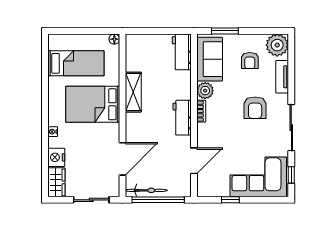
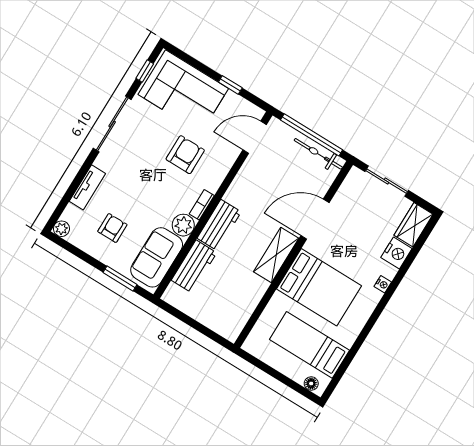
floor lamp: (114, 39) -> (311, 384), moved
plant: (277, 45) -> (61, 229), width x0.53, depth x0.53
workbench: (182, 52) -> (194, 266), moved
shelving: (133, 92) -> (276, 255), moved
armchair: (255, 108) -> (185, 155), moved
workbench: (182, 118) -> (219, 225), moved
door: (122, 159) -> (315, 219), moved
door: (194, 161) -> (255, 137), moved

